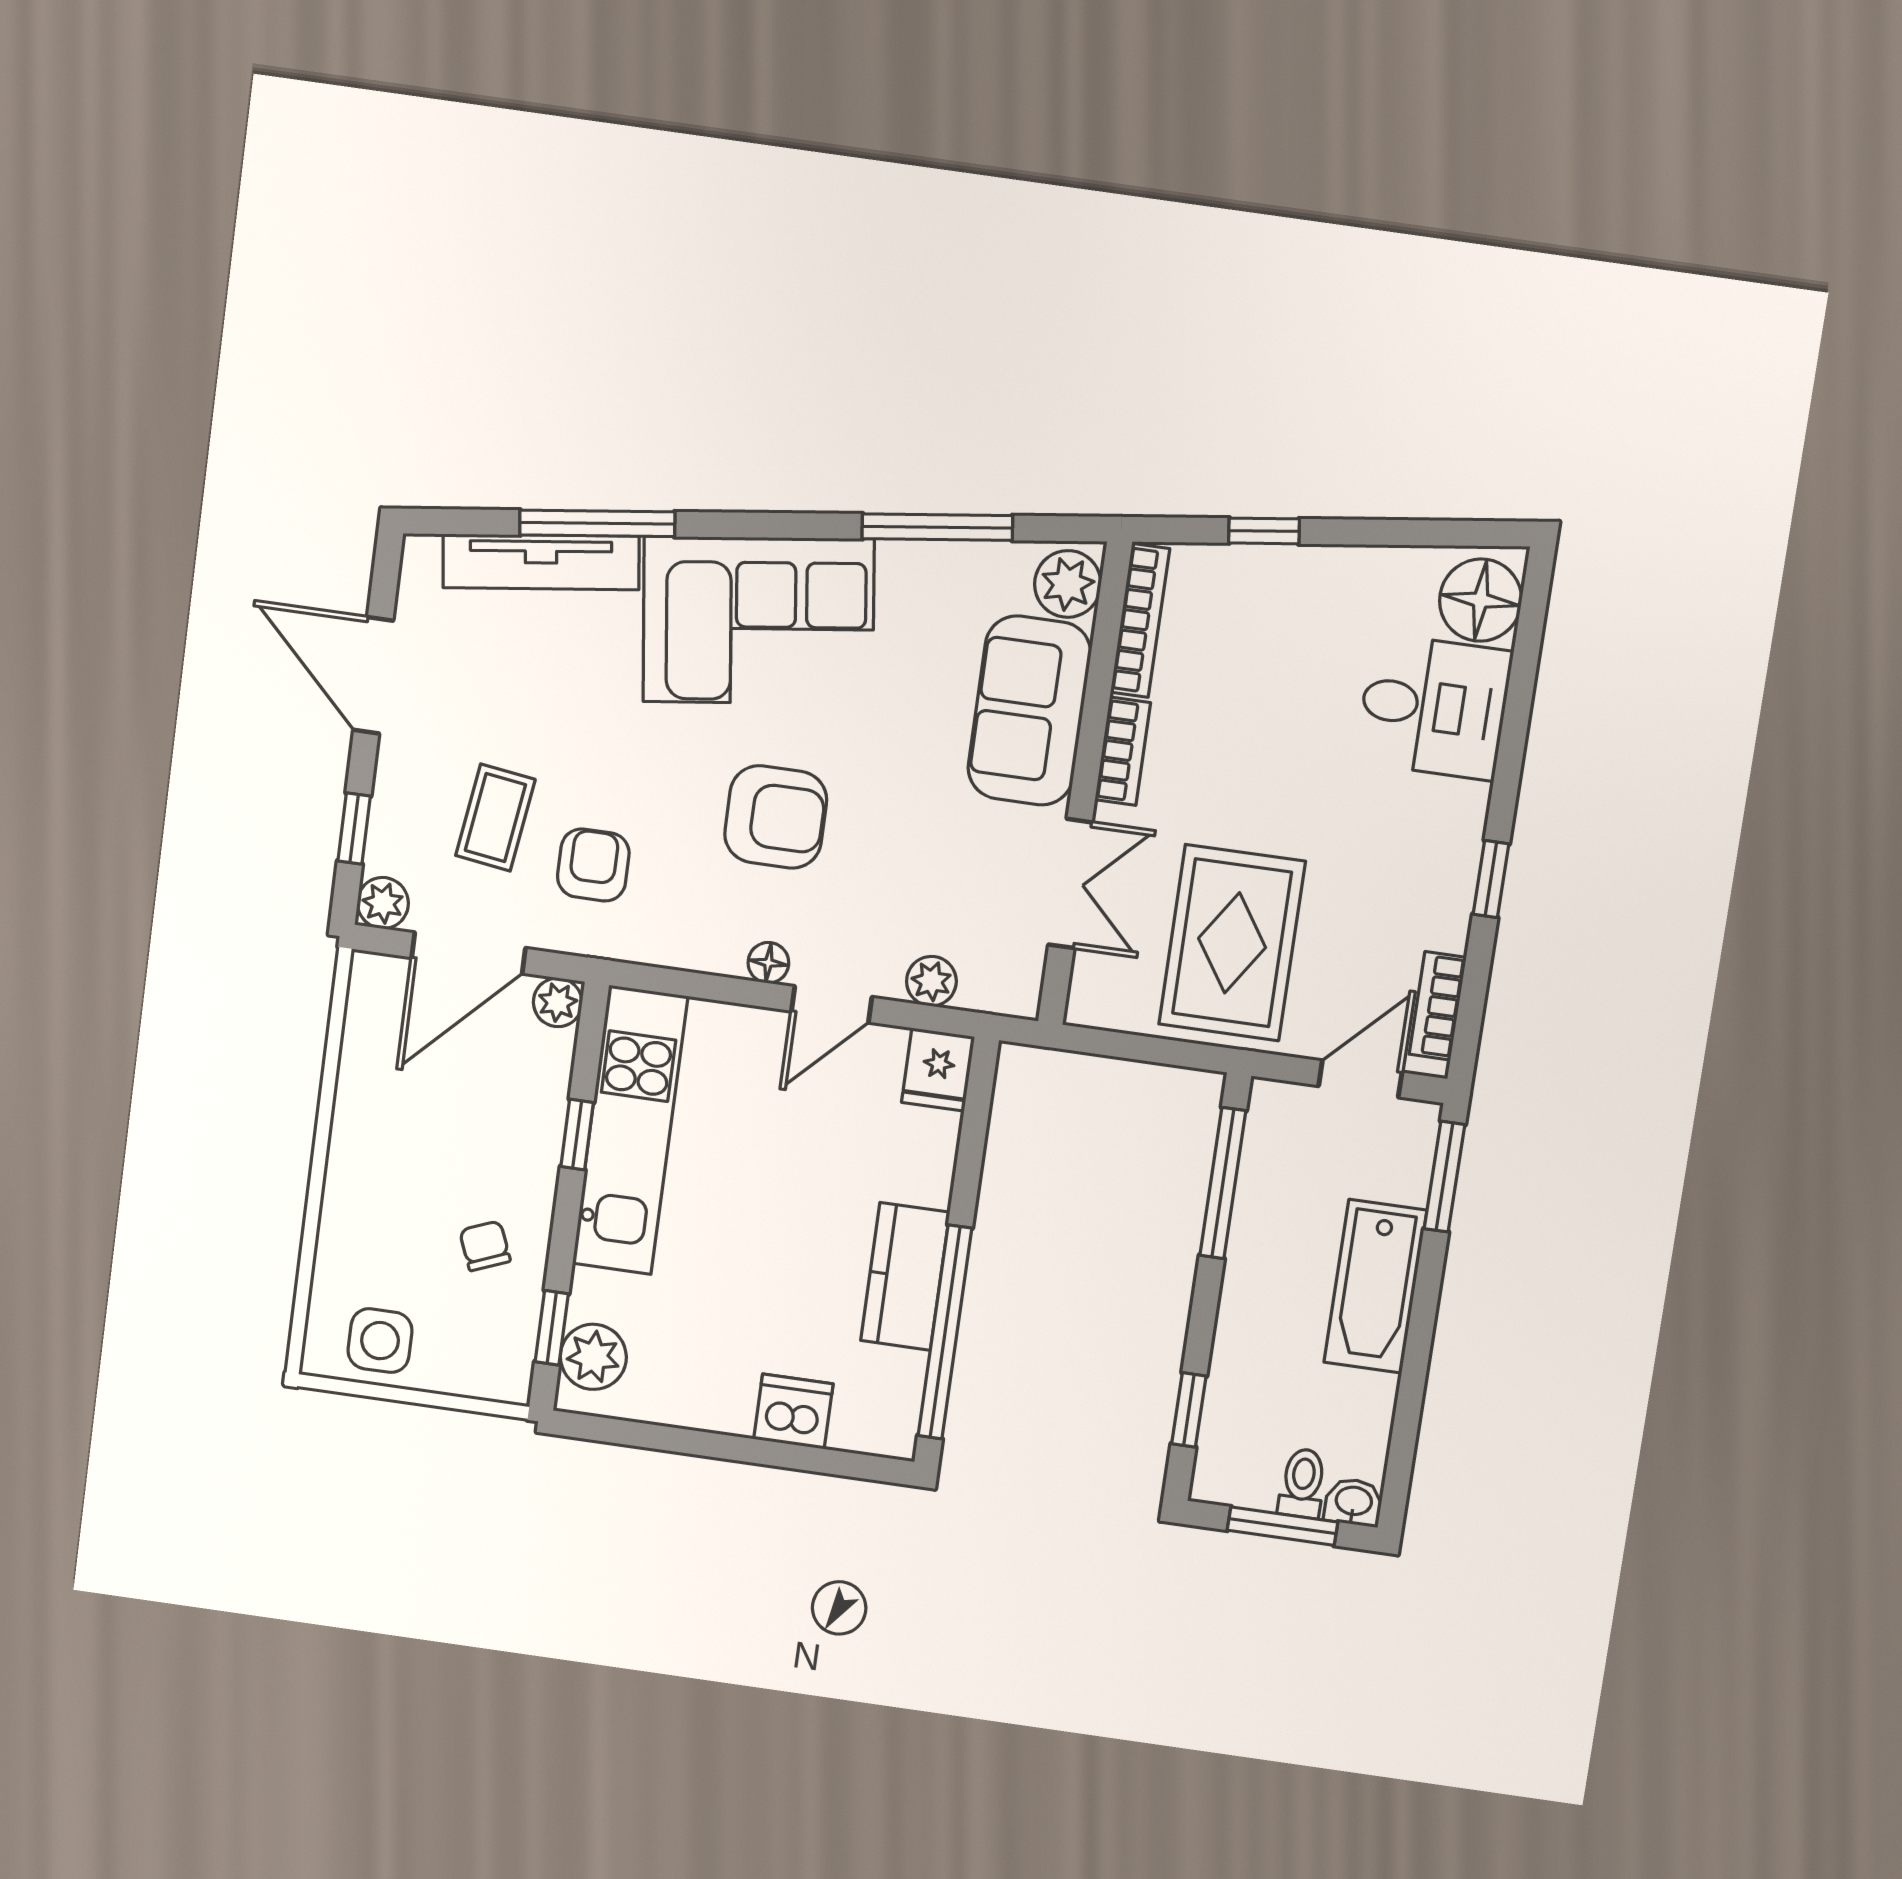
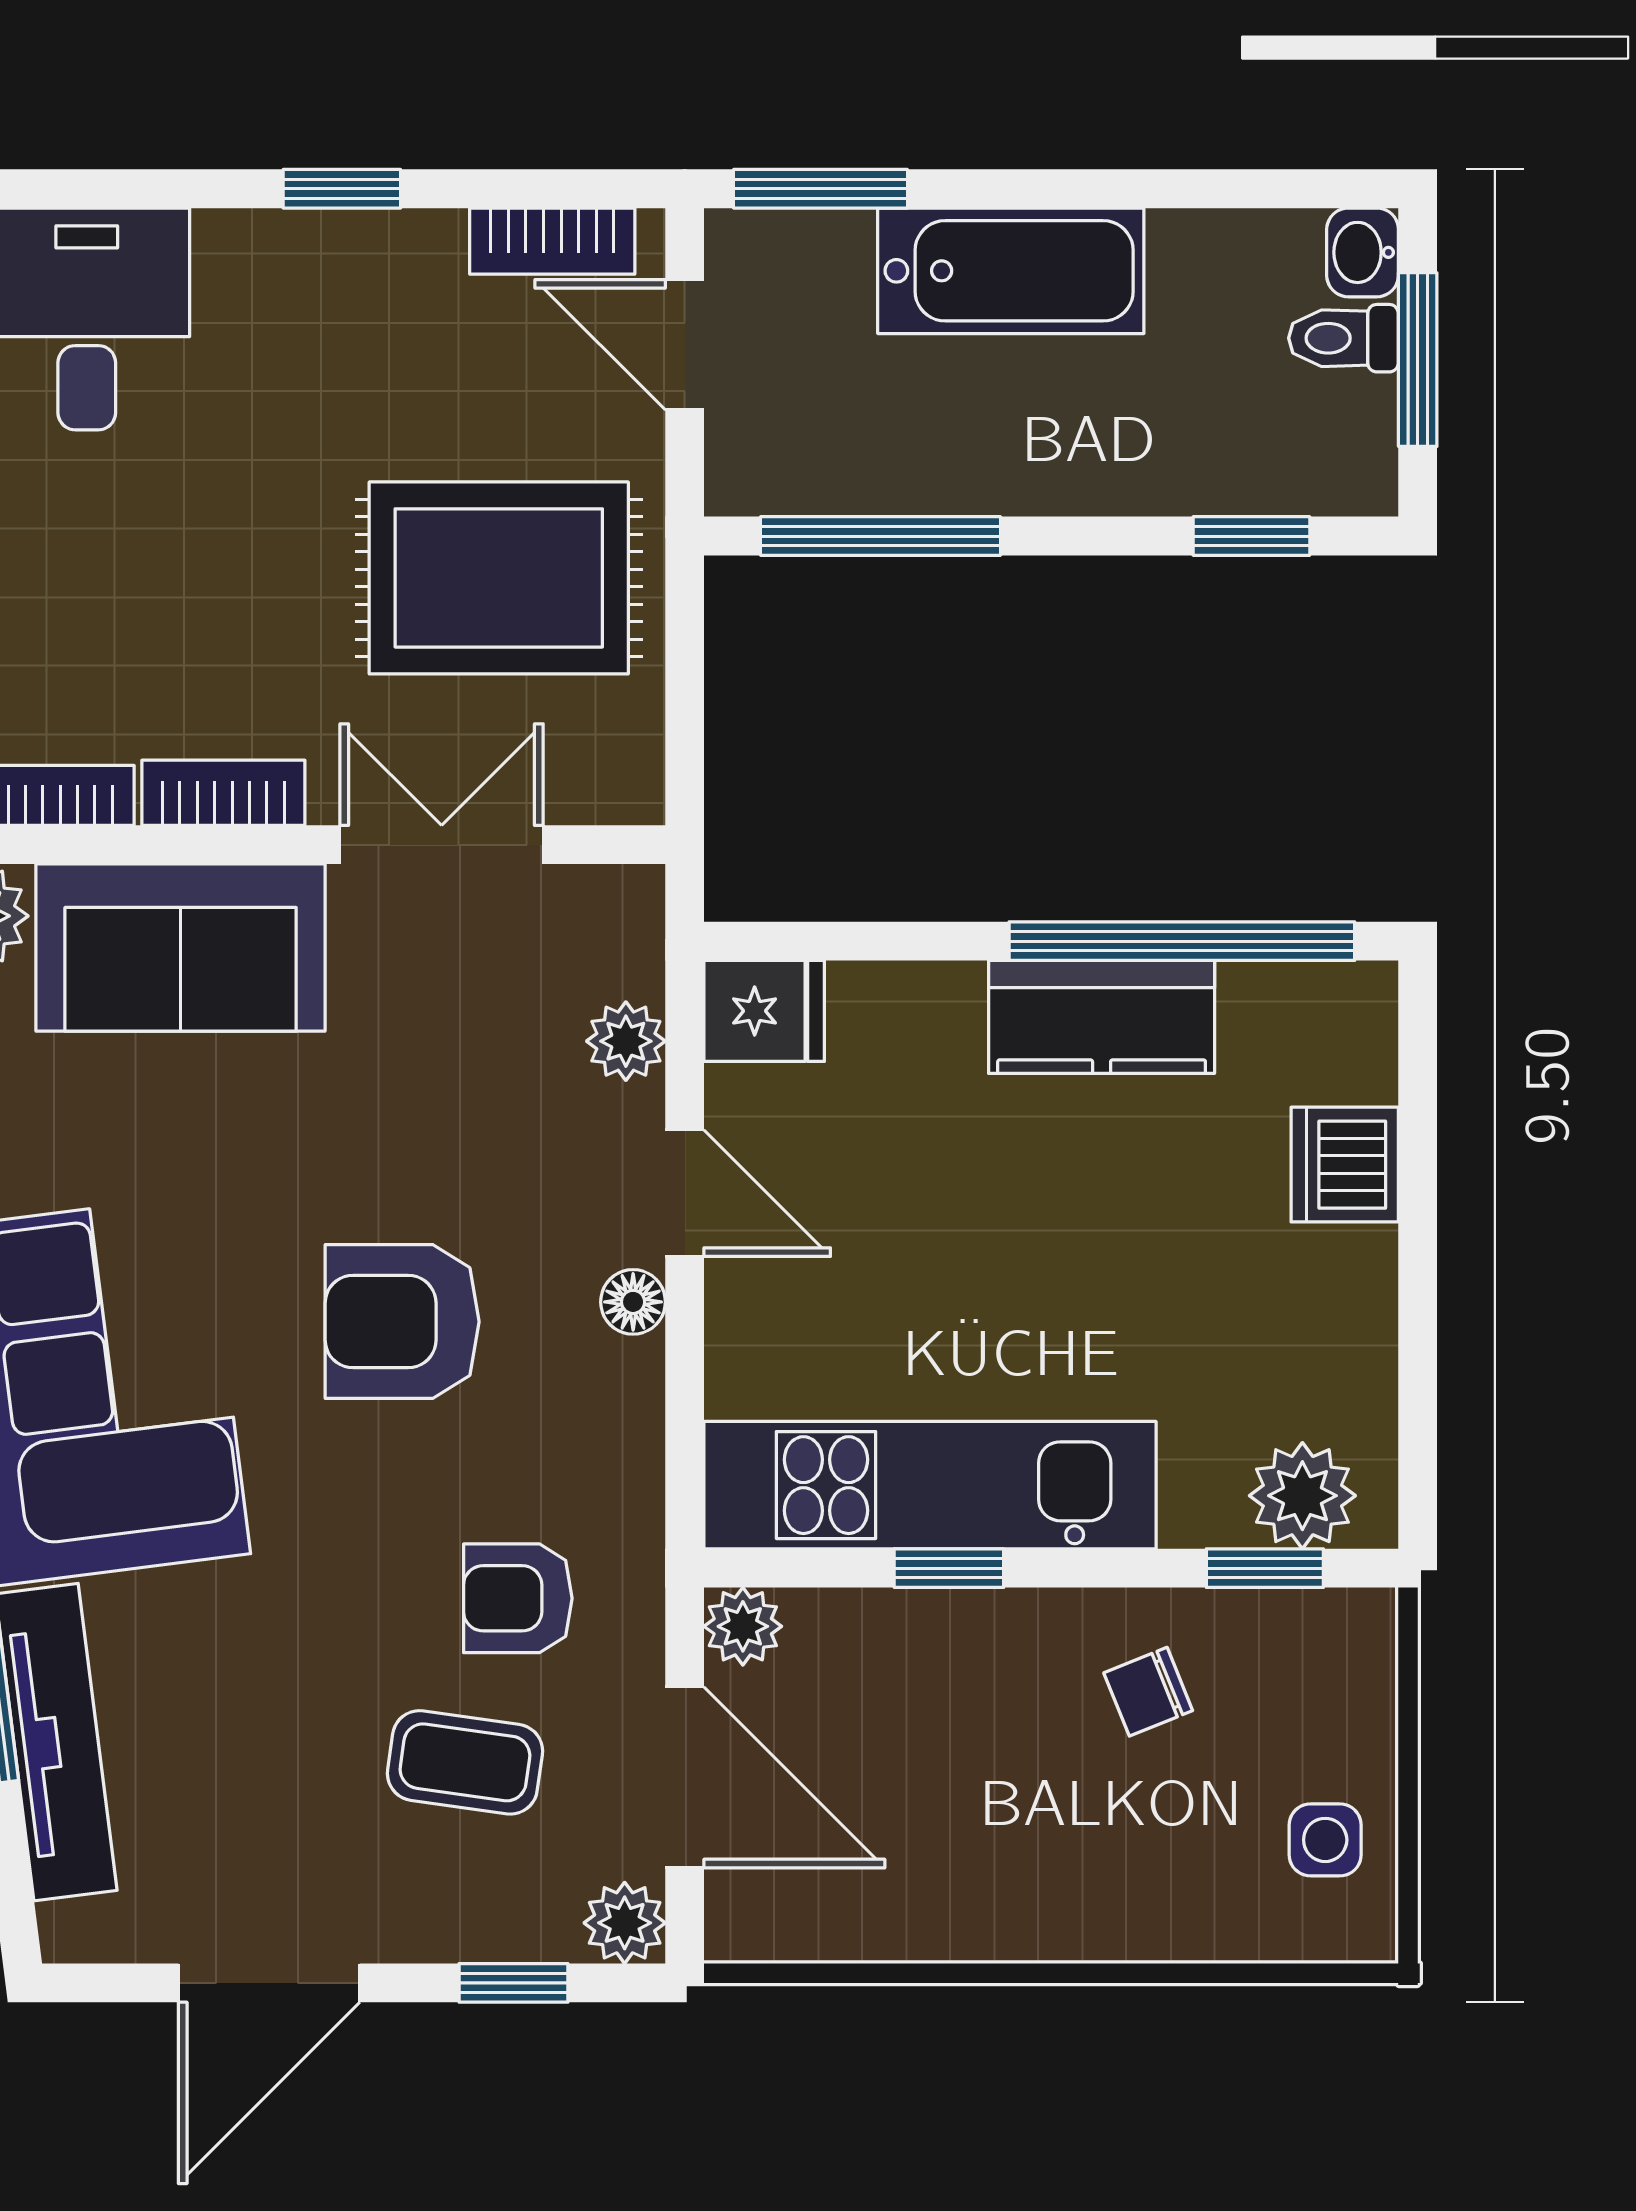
armchair: (776, 817) -> (402, 1322), turned -90
side table: (380, 1341) -> (1325, 1840), width x0.73, depth x0.73

